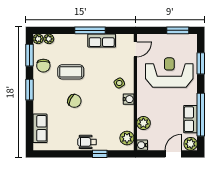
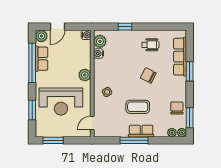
row of seats: (102, 41) -> (141, 131), moved
coffee table: (71, 72) -> (138, 107), moved
window: (29, 90) -> (190, 71), moved
water cooler: (129, 99) -> (98, 54), moved
plant: (143, 123) -> (85, 75), moved
row of seats: (40, 128) -> (180, 57), width x1.48
wheelchair: (87, 142) -> (150, 45), moved

